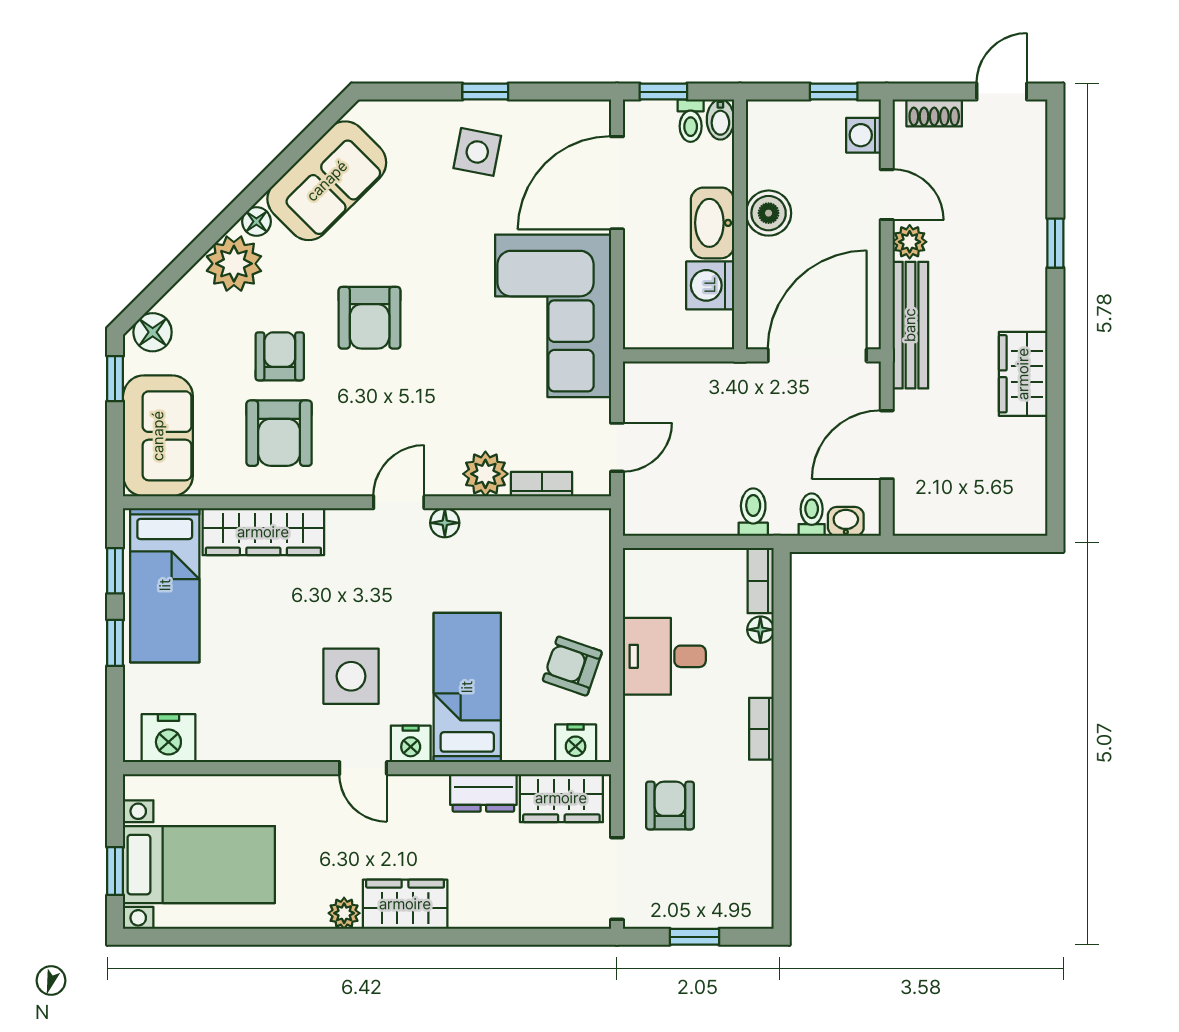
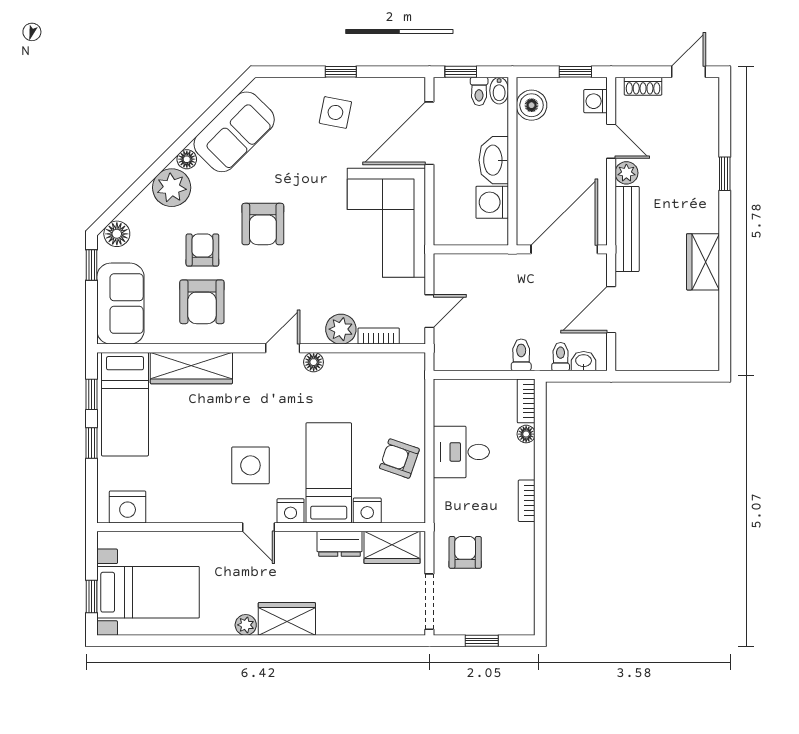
boiler: (769, 213) -> (532, 105), moved
nightstand: (576, 743) -> (367, 511), moved

